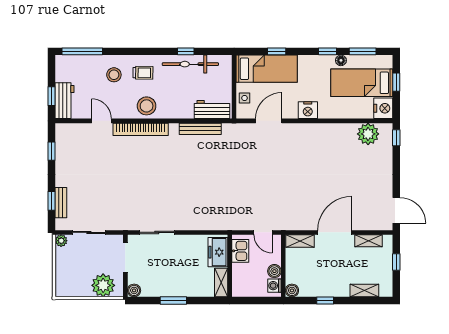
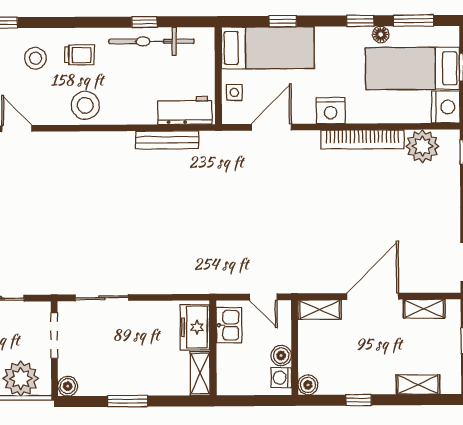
bookcase: (141, 129) -> (362, 139), moved

